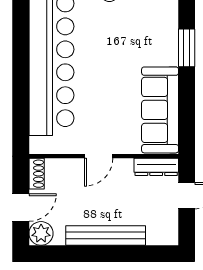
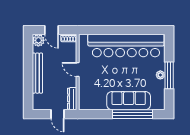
window: (187, 48) -> (133, 114), width x2.11
sofa: (160, 110) -> (129, 101), moved

